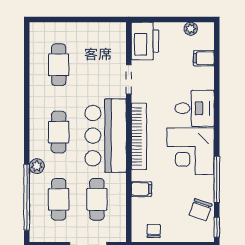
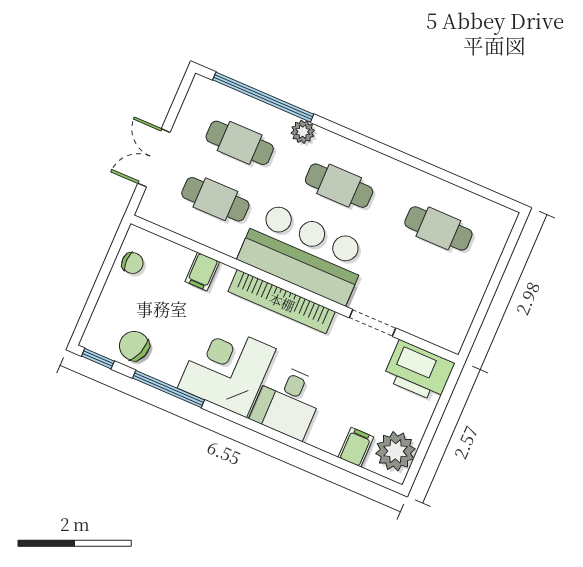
plant: (191, 29) -> (395, 451), width x1.88, depth x1.88

